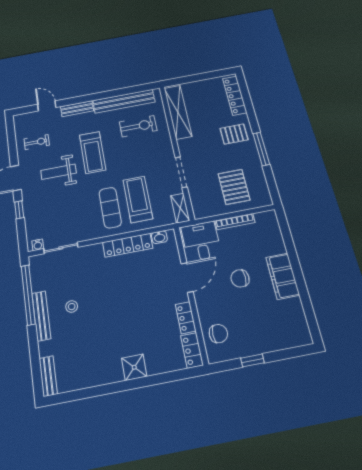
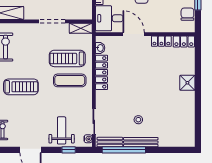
weight bench: (59, 172) -> (62, 130), moved, turned 180
window: (19, 210) -> (69, 150), moved
chair: (218, 334) -> (187, 14), moved
bench: (48, 376) -> (110, 142), moved

